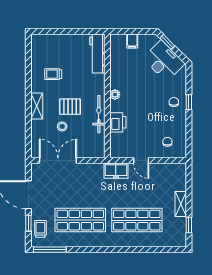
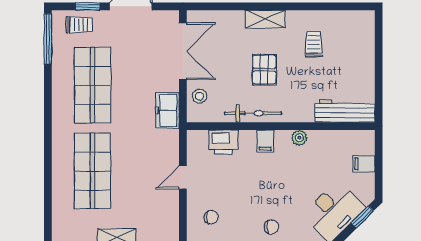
plant: (115, 95) -> (299, 138), moved
filing cabinet: (117, 106) -> (265, 141), added
printer: (118, 122) -> (223, 142), moved
stool: (62, 126) -> (200, 96), moved
freezer: (116, 171) -> (167, 110), moved

